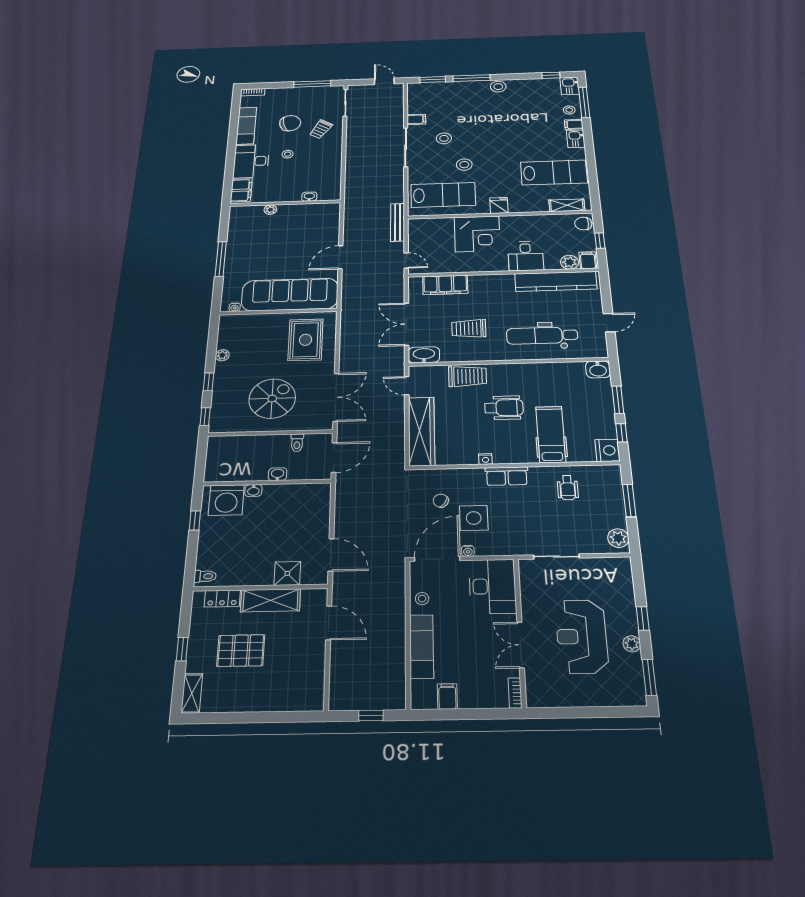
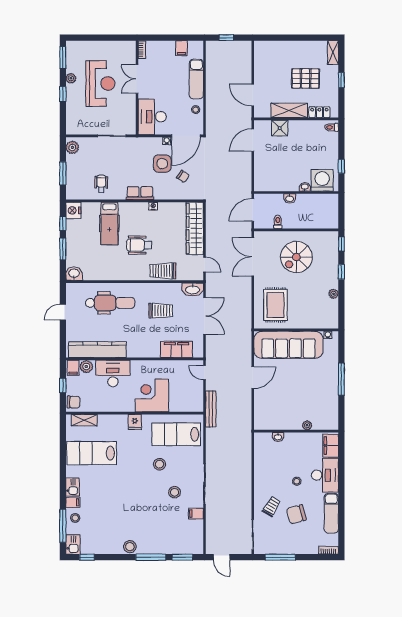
desk: (526, 256) -> (113, 373), width x1.37
door: (331, 555) -> (253, 140), hinge flipped
double door: (521, 645) -> (137, 79), swing flipped

